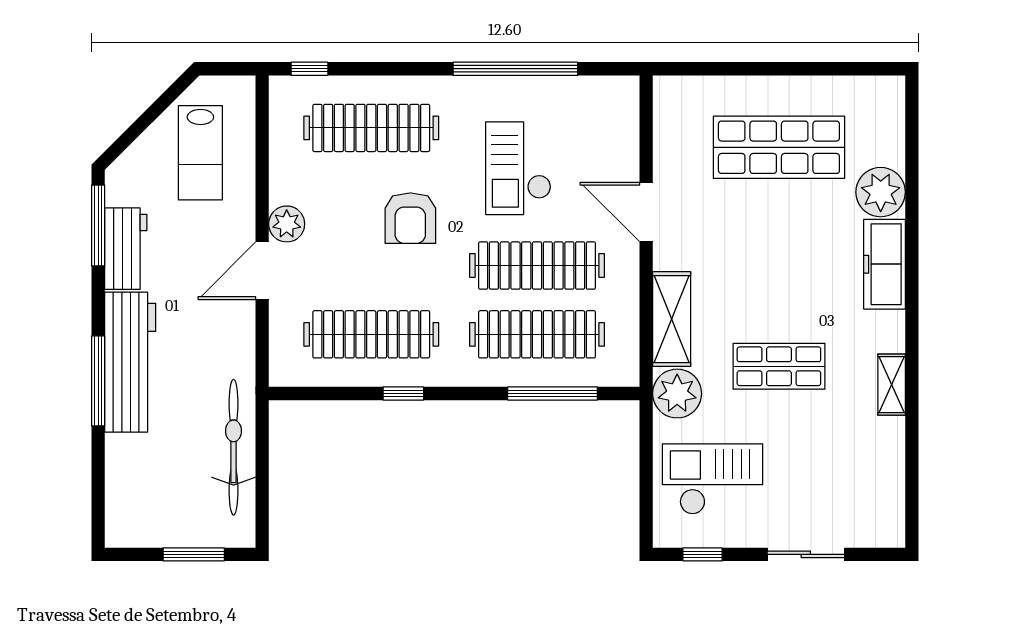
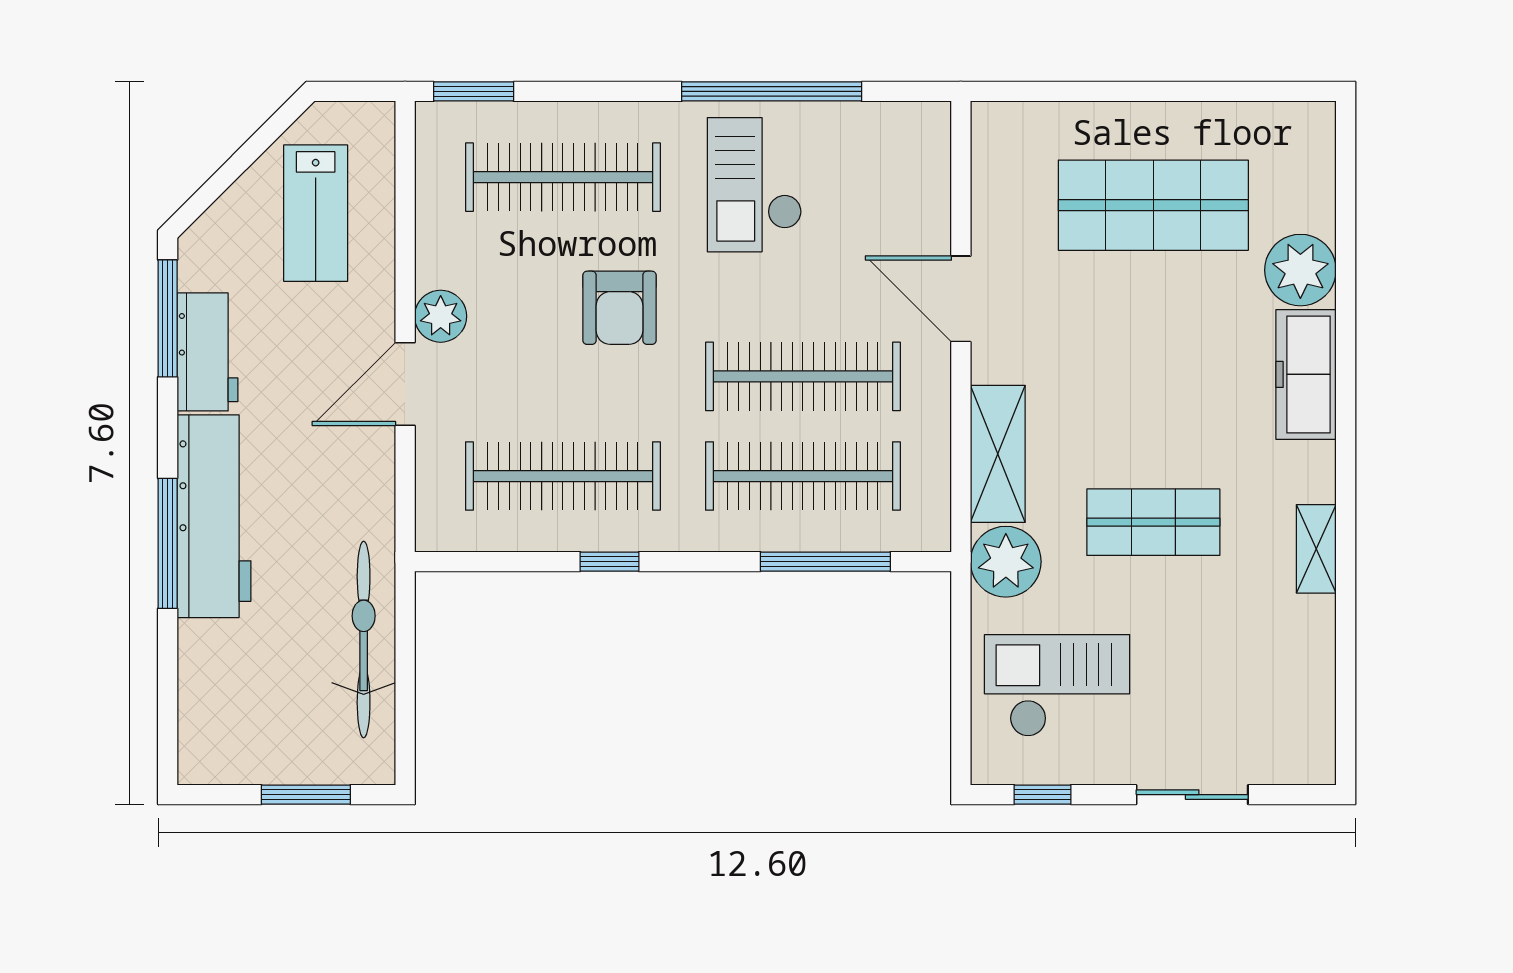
window: (310, 69) -> (474, 91), width x1.50
checkout: (518, 168) -> (755, 185), moved

